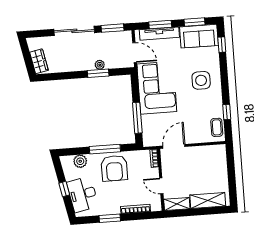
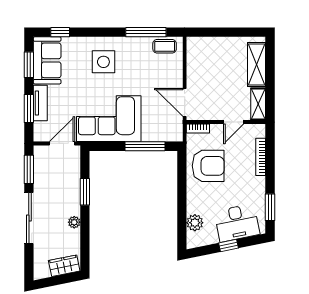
tv unit: (159, 34) -> (40, 103), width x0.71
plant: (100, 65) -> (74, 222), moved
window: (227, 112) -> (146, 32), width x2.17
window: (105, 149) -> (182, 190), removed
armchair: (114, 168) -> (208, 166), moved
window: (110, 218) -> (270, 207), moved

